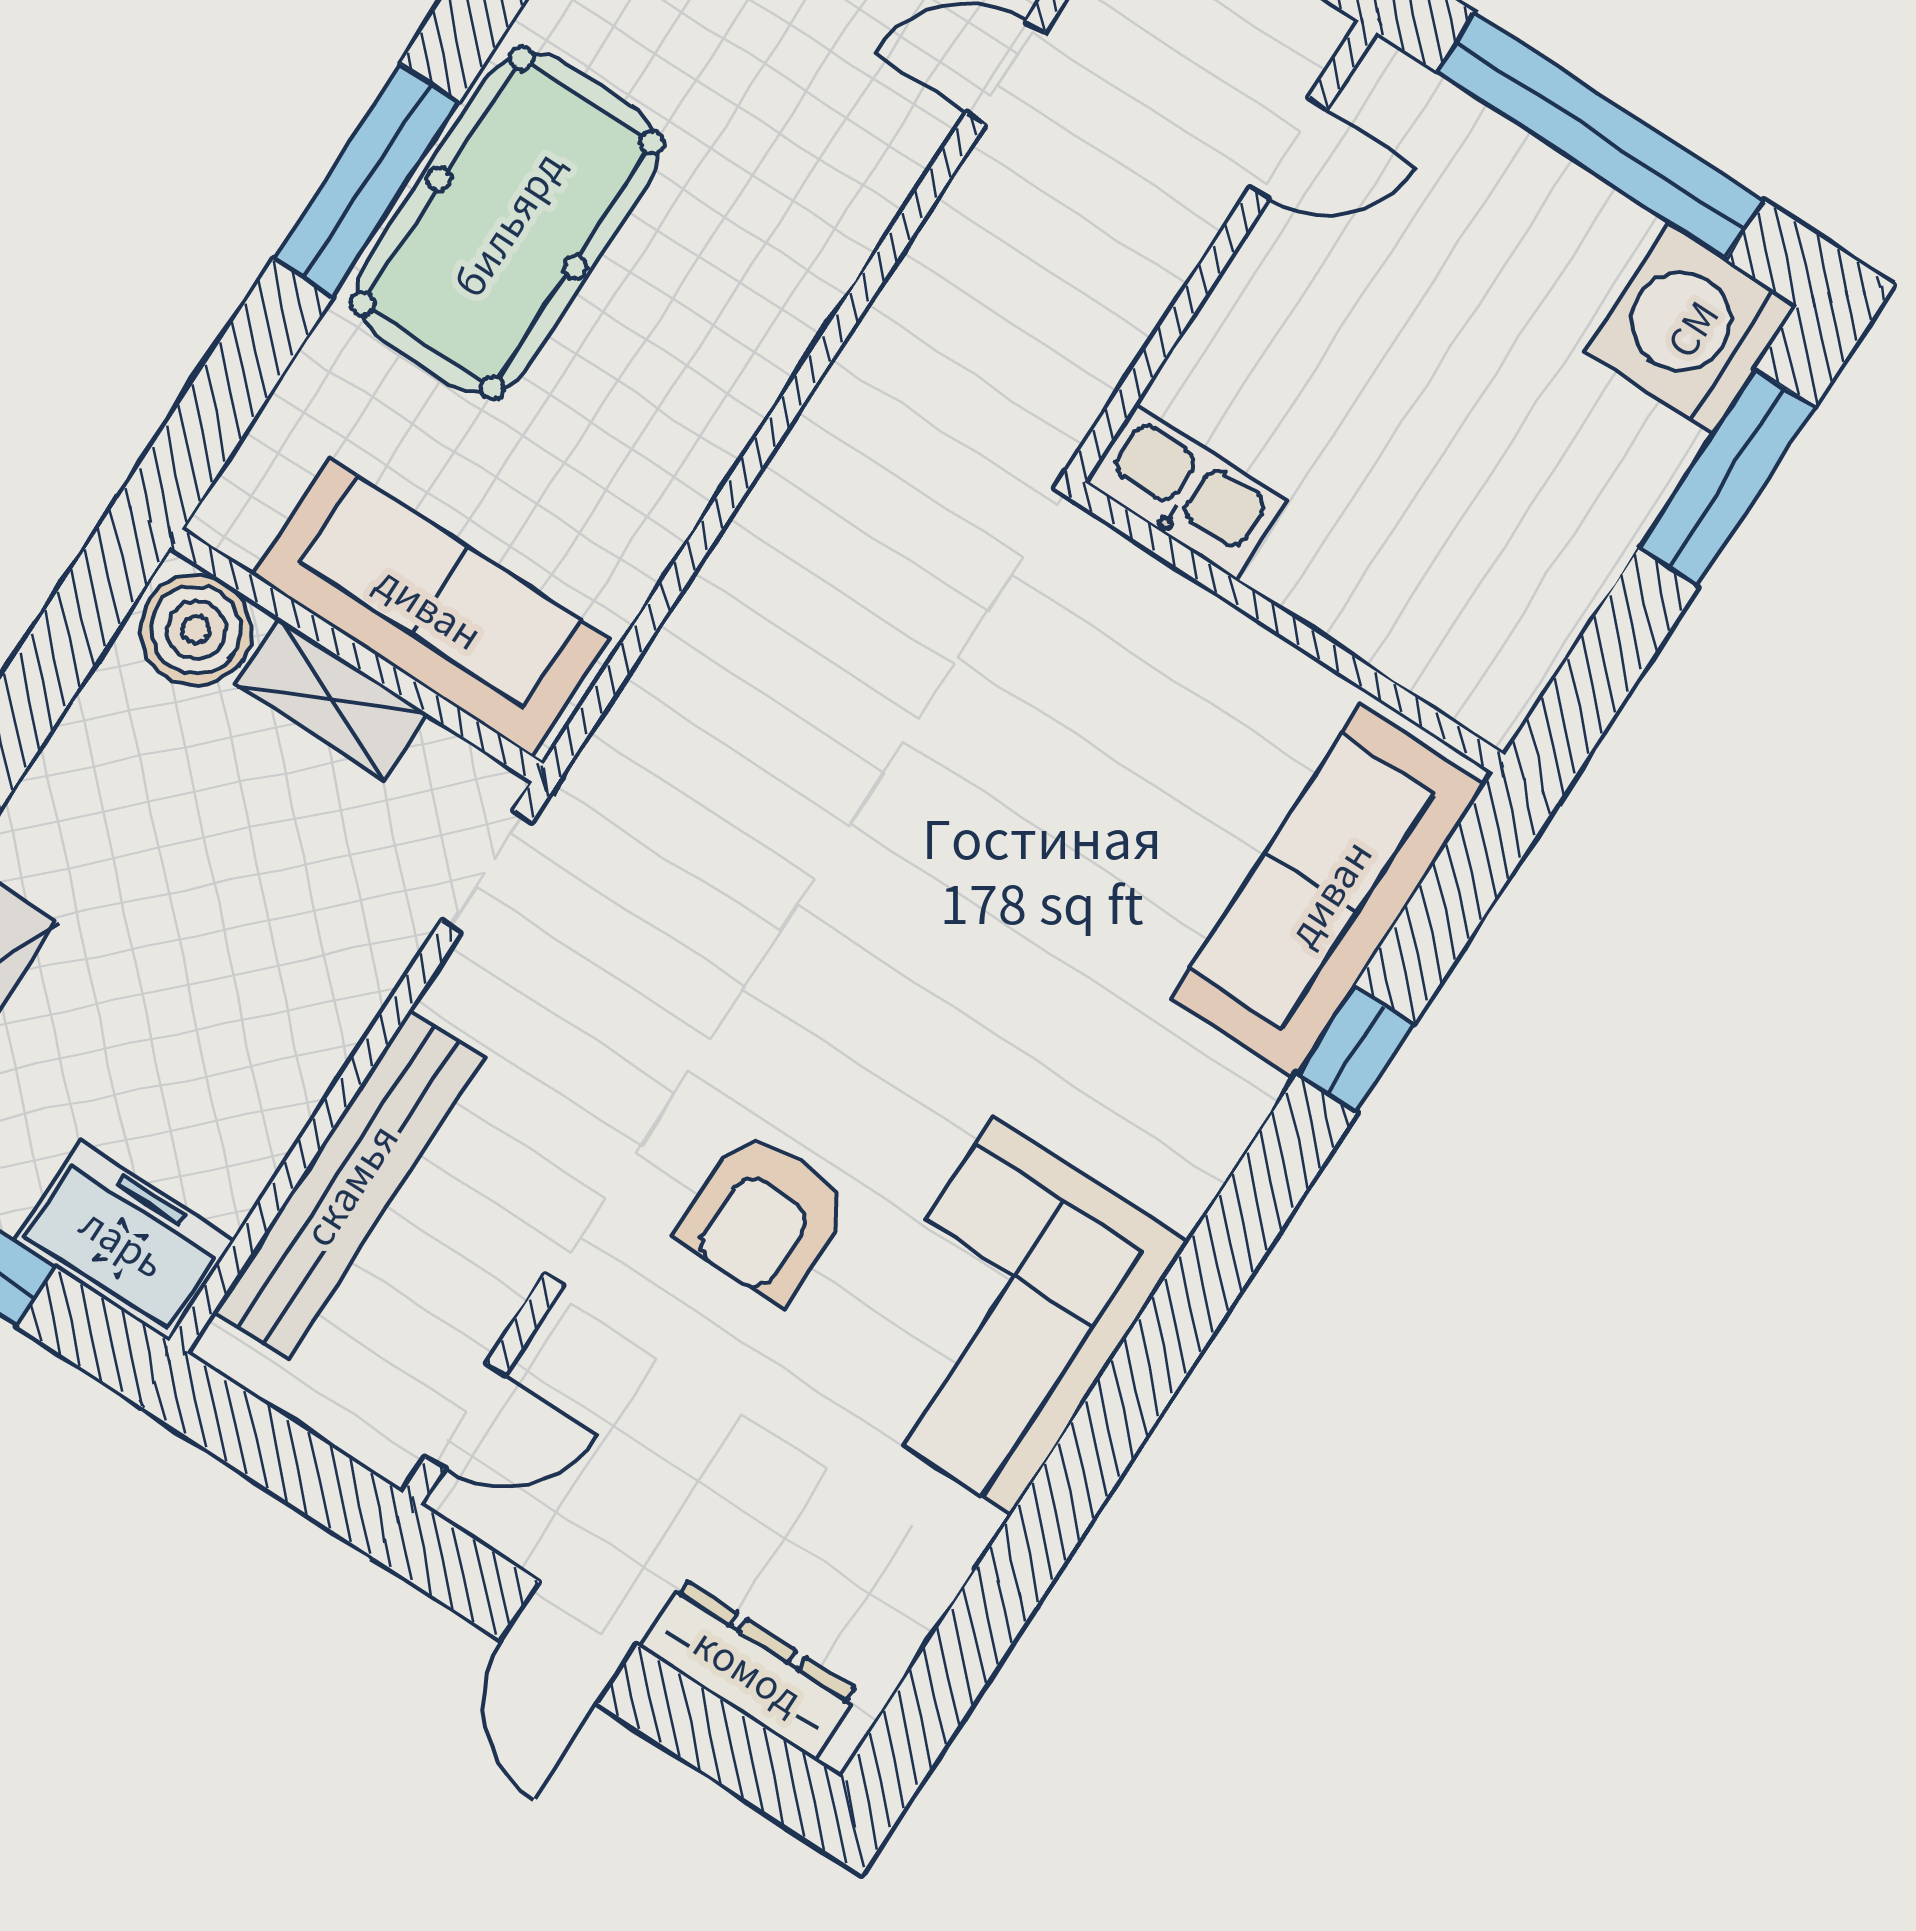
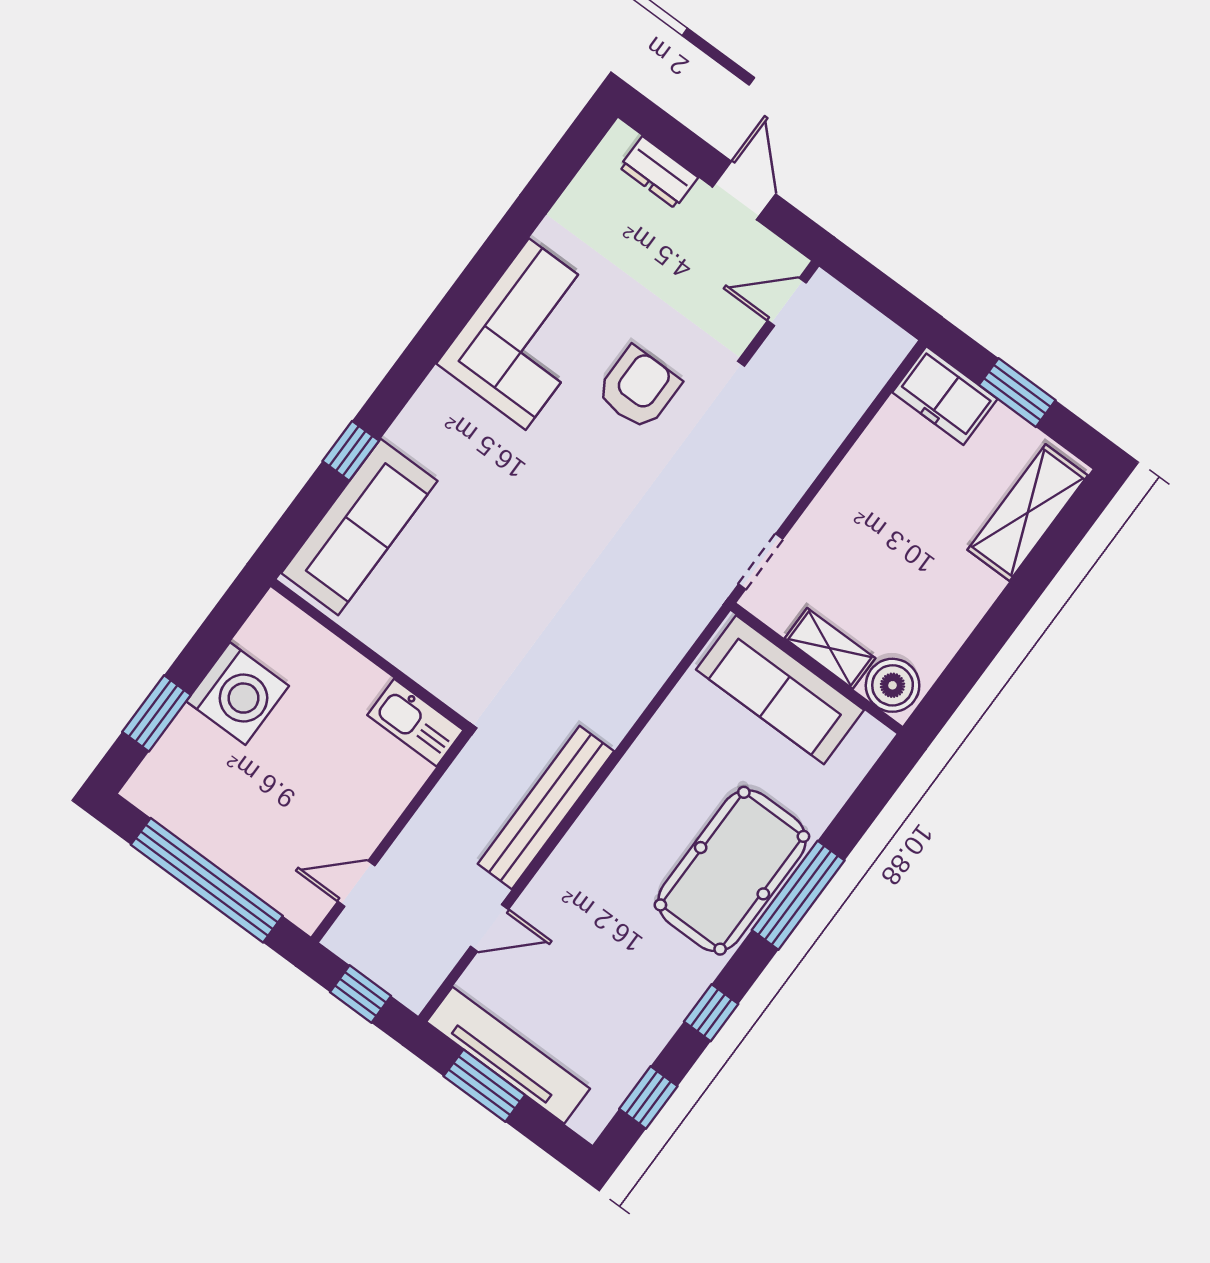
washing machine: (1691, 328) -> (238, 694), moved
window: (1727, 477) -> (156, 713), width x0.69
bench: (349, 1184) -> (546, 808), moved
dresser: (749, 1669) -> (659, 172), width x0.70

